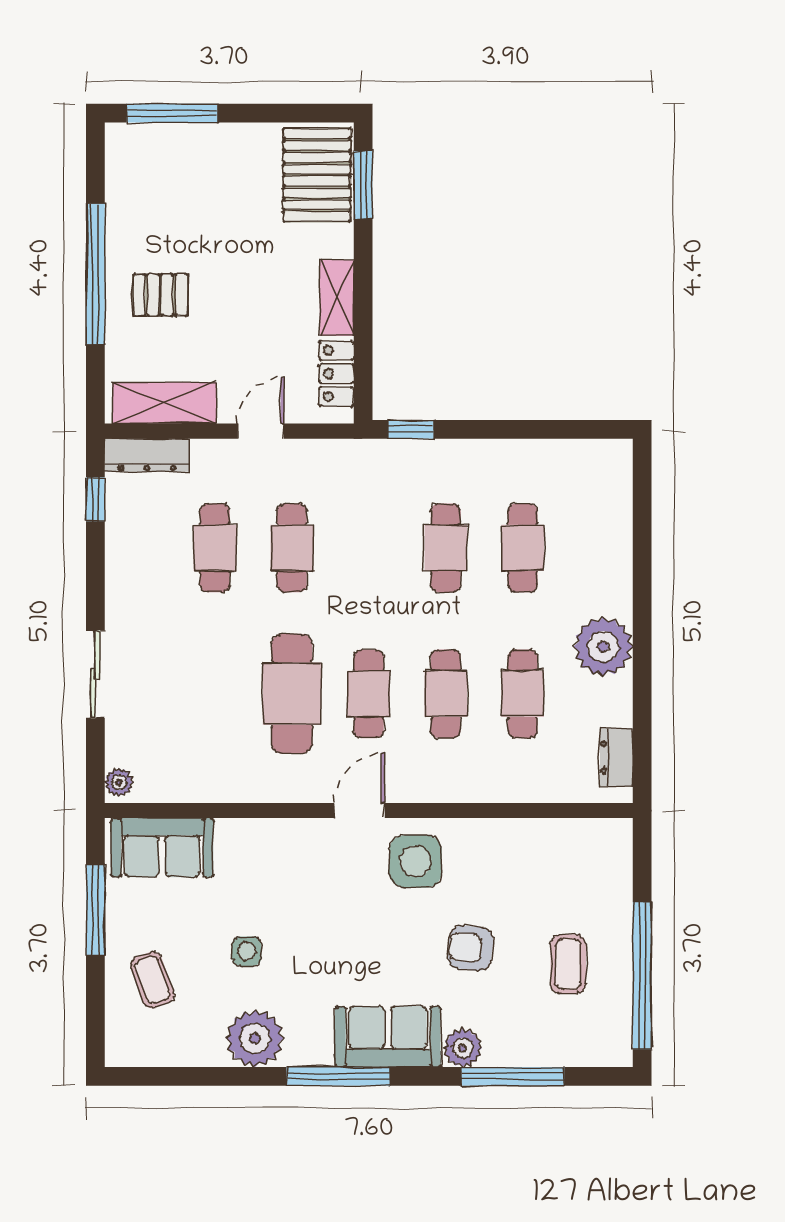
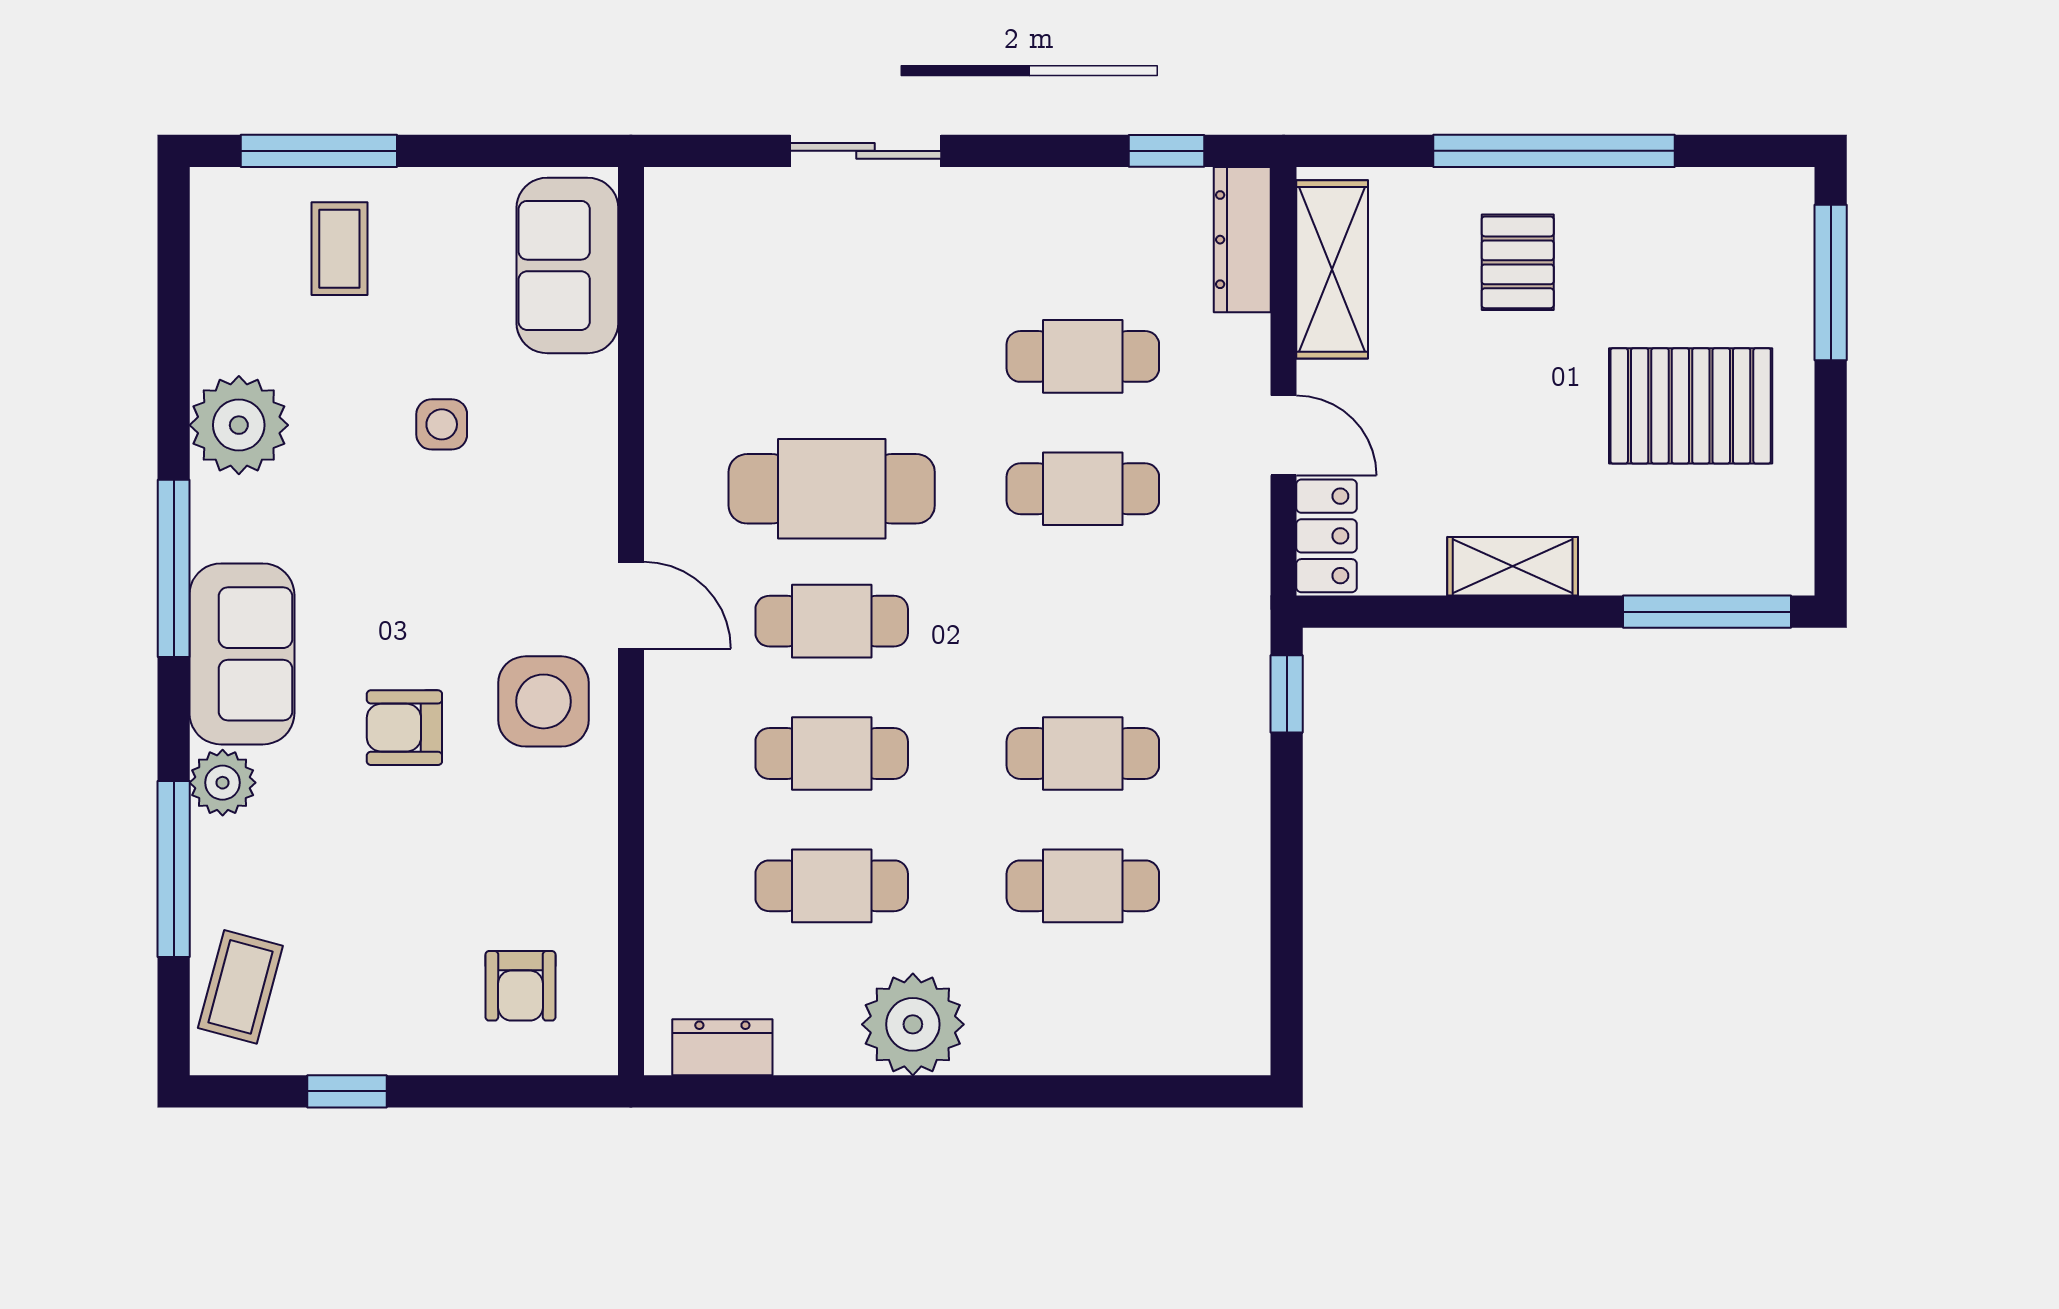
pallet: (317, 175) -> (1691, 406), moved
window: (363, 185) -> (1707, 612), width x1.44
locker: (336, 374) -> (1326, 536), moved, turned 90
plant: (119, 782) -> (679, 191), removed
armchair: (581, 875) -> (521, 986), added
window: (95, 910) -> (319, 151), moved
armchair: (470, 948) -> (404, 728), moved, turned -97
side table: (247, 951) -> (442, 424), moved
coffee table: (568, 964) -> (240, 987), moved, turned -75
window: (642, 976) -> (347, 1091), width x0.32
coffee table: (152, 980) -> (339, 249), turned -70

